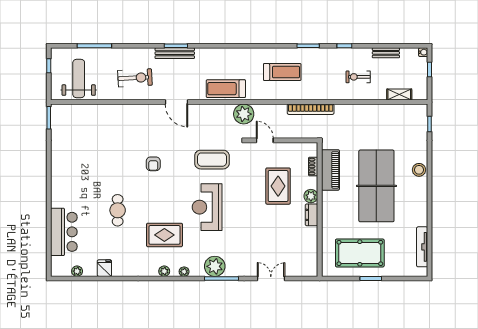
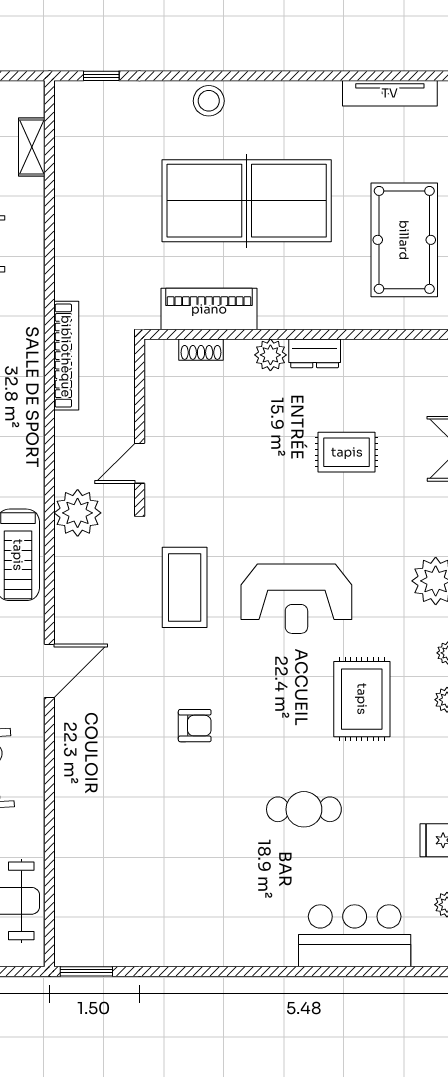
rug: (278, 186) -> (347, 452), moved, width x0.73, depth x0.70

